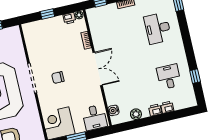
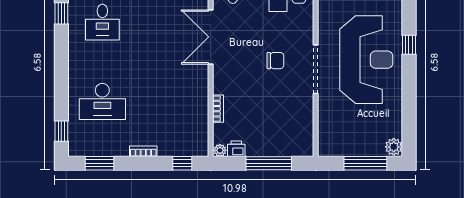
window: (47, 14) -> (269, 163), width x2.17
desk: (158, 28) -> (102, 101), turned 90
double door: (98, 69) -> (211, 37), moved

